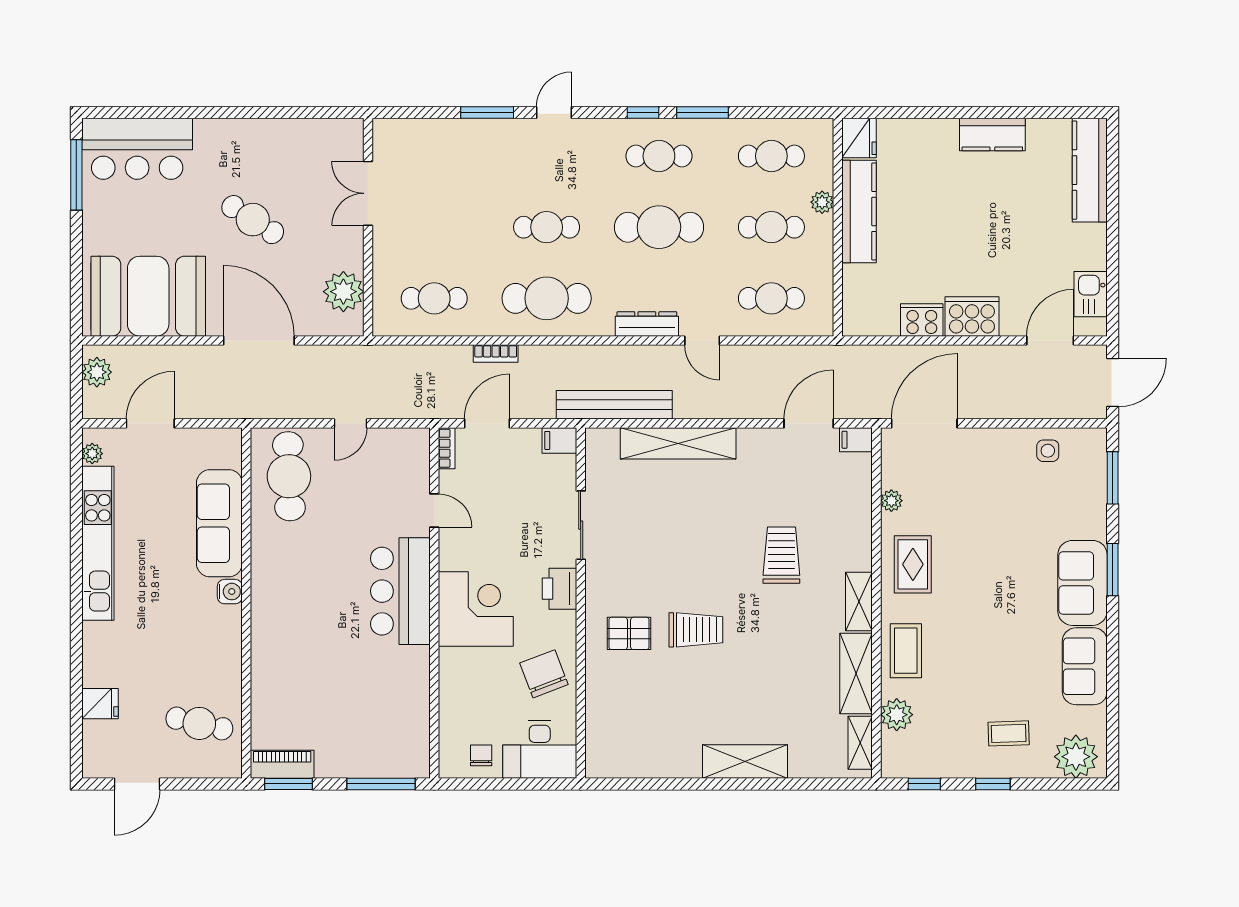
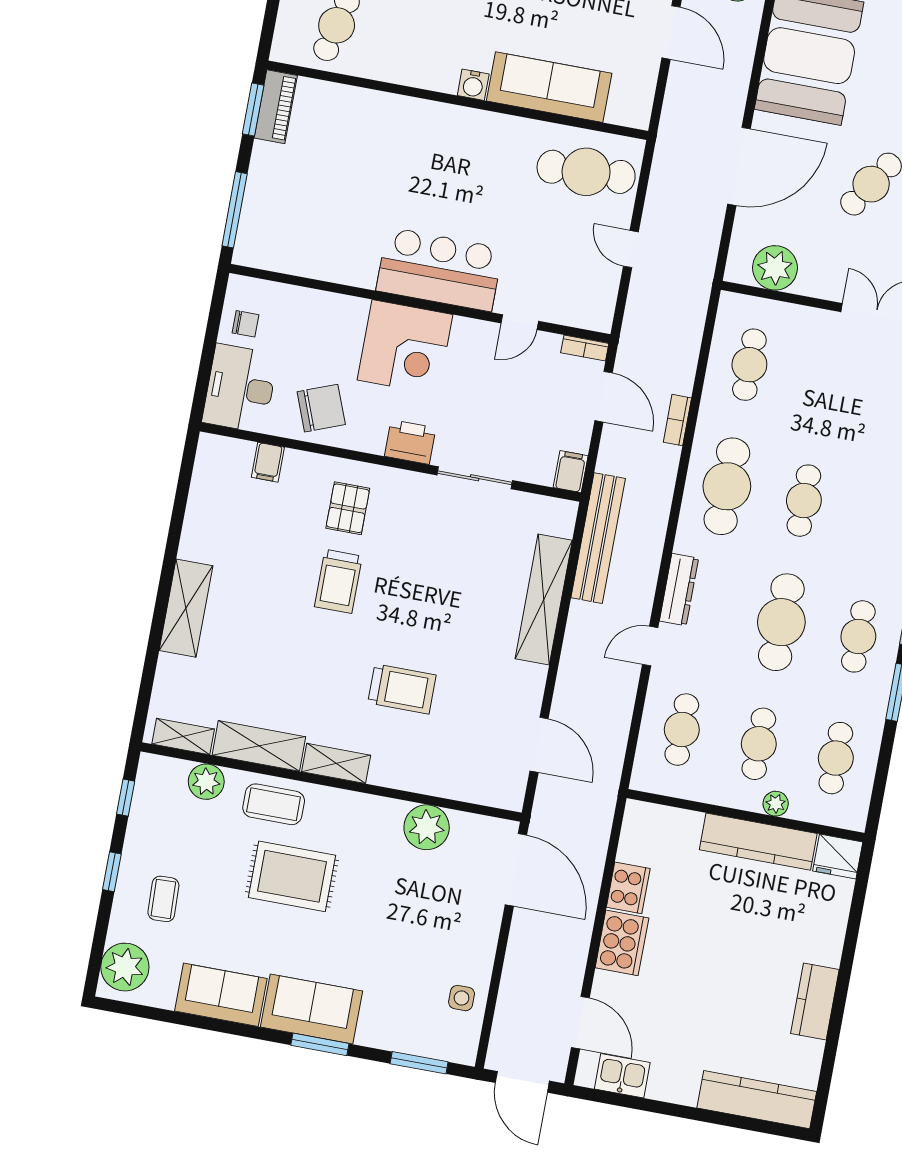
filing cabinet: (856, 440) -> (268, 462), moved, turned 180
plant: (891, 501) -> (427, 827), width x1.88, depth x1.88
rug: (913, 564) -> (292, 876), moved, width x1.36, depth x1.43

